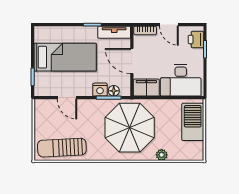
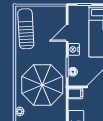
filing cabinet: (146, 88) -> (75, 93), width x0.50
nightstand: (100, 90) -> (74, 49), moved

